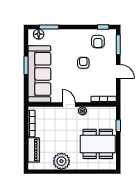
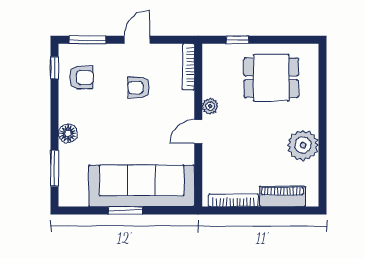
floor lamp: (39, 34) -> (68, 133), moved
armchair: (83, 63) -> (139, 88), moved
dining table: (98, 144) -> (271, 78), width x0.73

